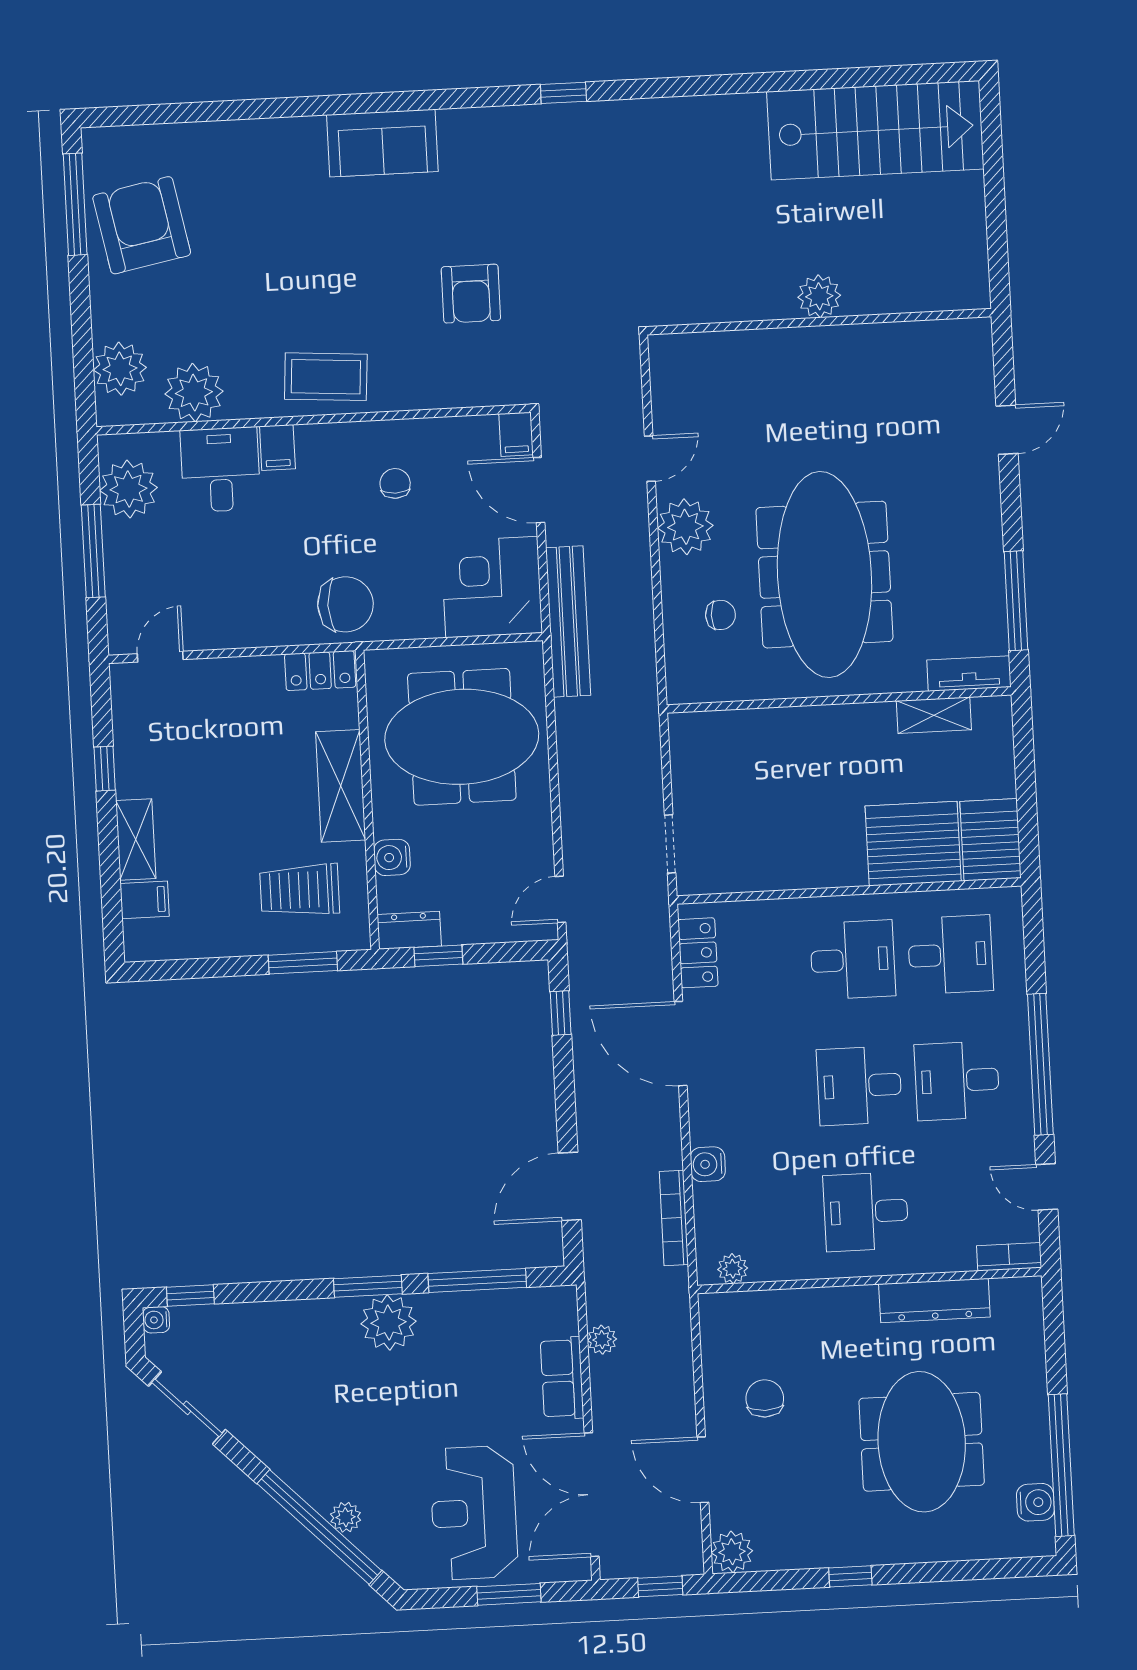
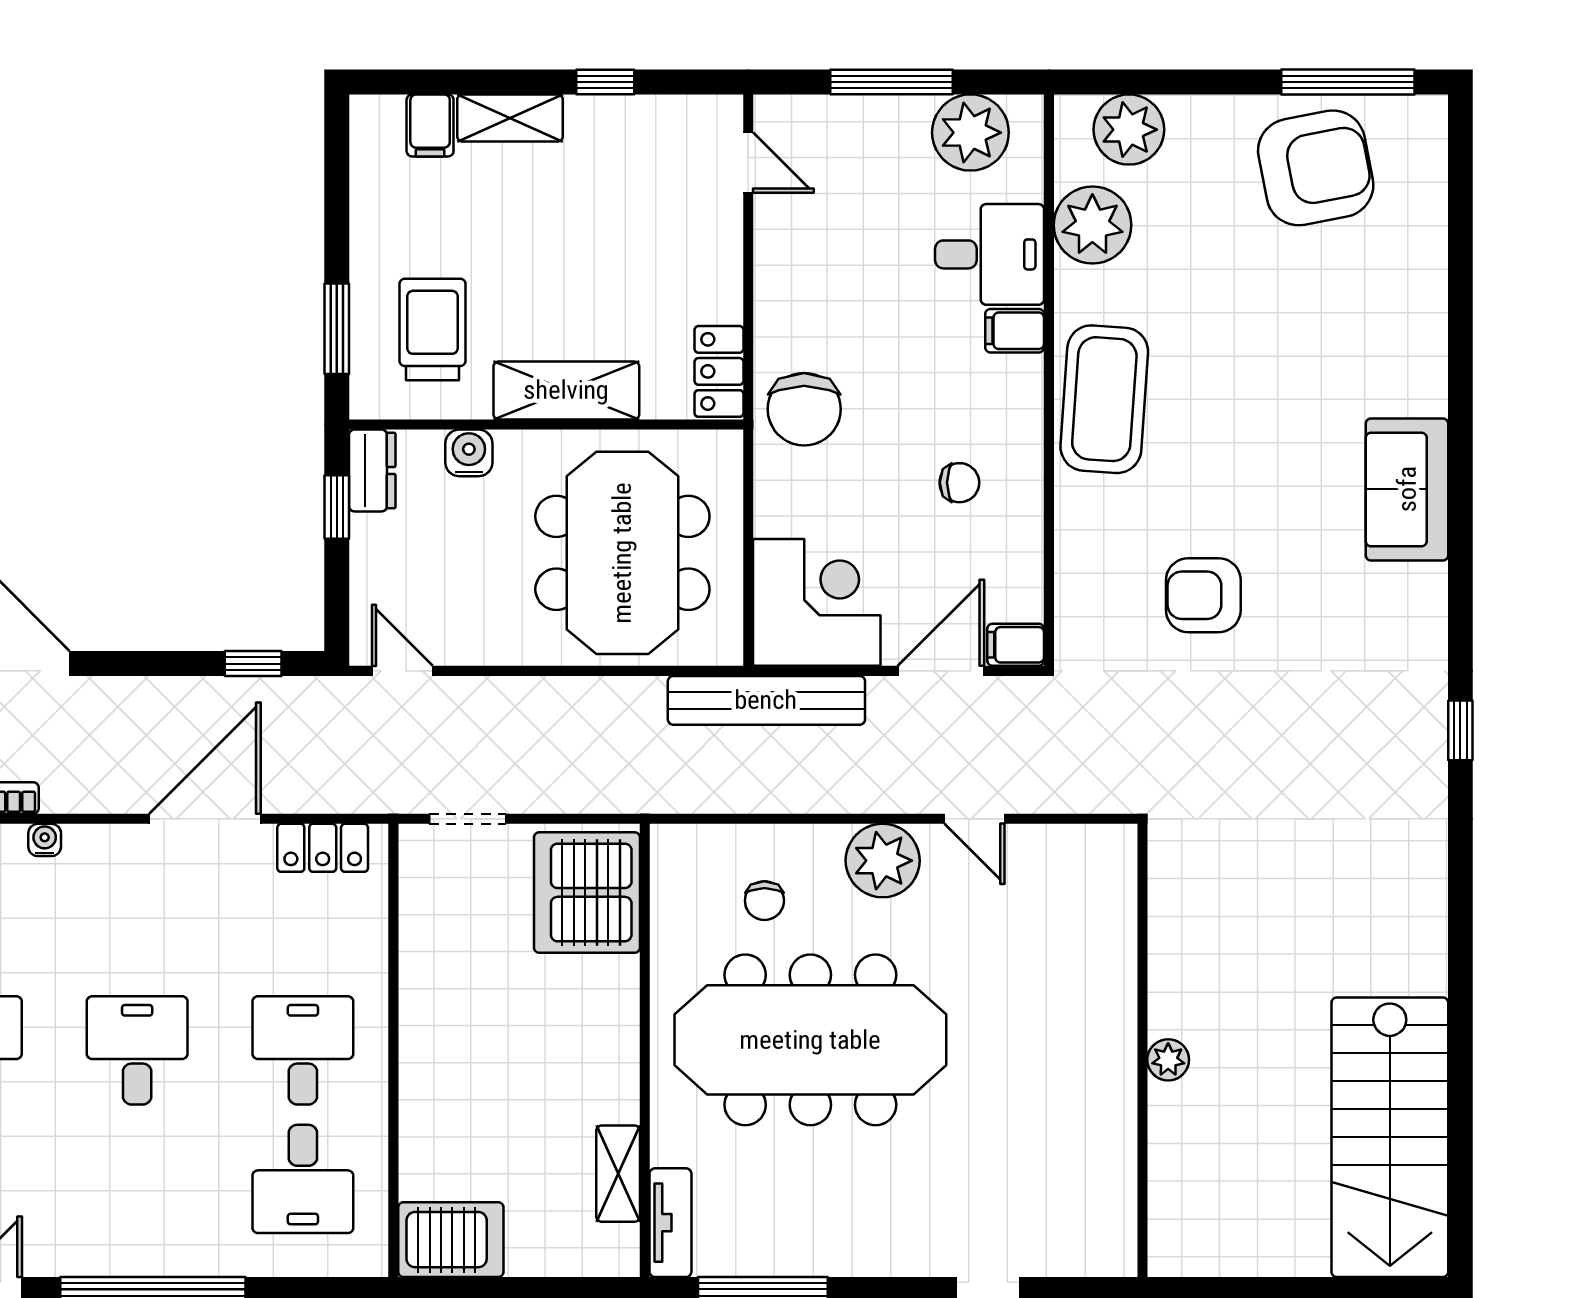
plant: (819, 296) -> (1168, 1060), width x0.73, depth x0.73
coffee table: (326, 377) -> (1104, 399), width x1.36, depth x1.32
server rack: (913, 844) -> (587, 892), moved, turned 180
desk: (853, 960) -> (303, 1050), turned 180
desk: (957, 1081) -> (137, 1179), removed
water cooler: (708, 1164) -> (45, 840), width x0.72, depth x0.72

